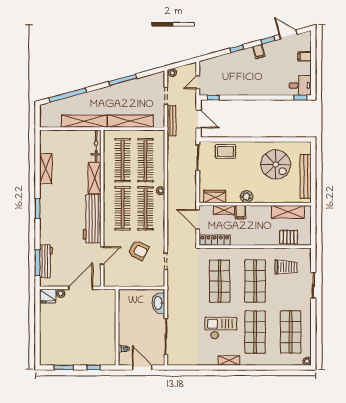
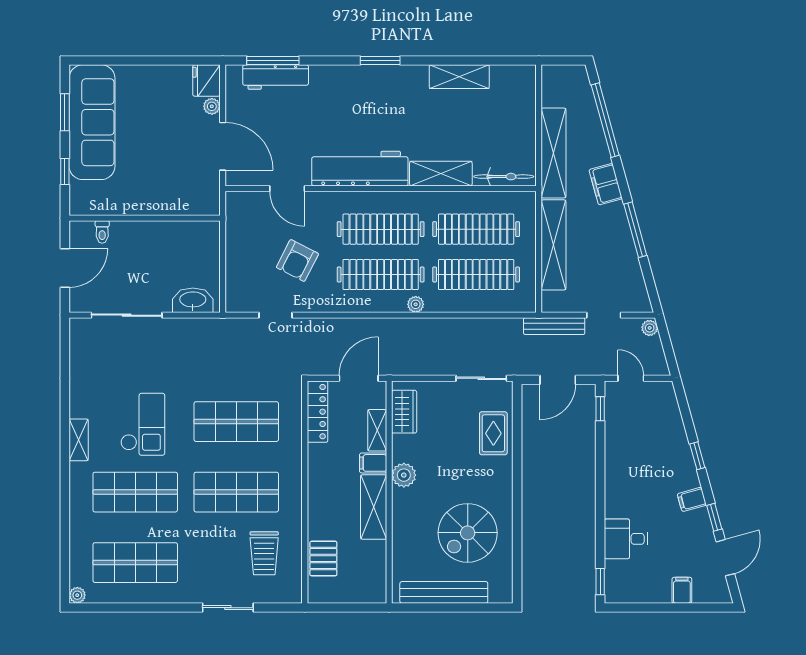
desk: (300, 85) -> (626, 539), moved, turned 90
filing cabinet: (100, 95) -> (606, 184), added
shelving: (288, 212) -> (374, 507), moved
sofa: (69, 354) -> (92, 122), added

